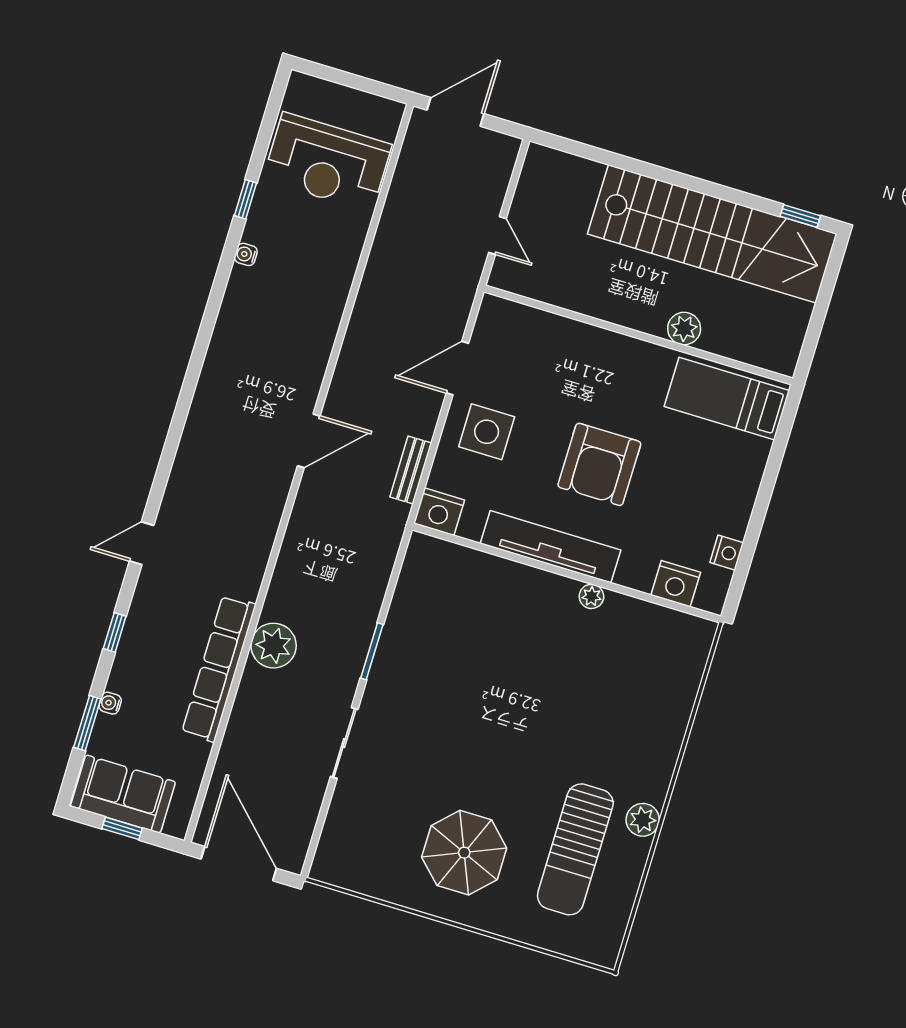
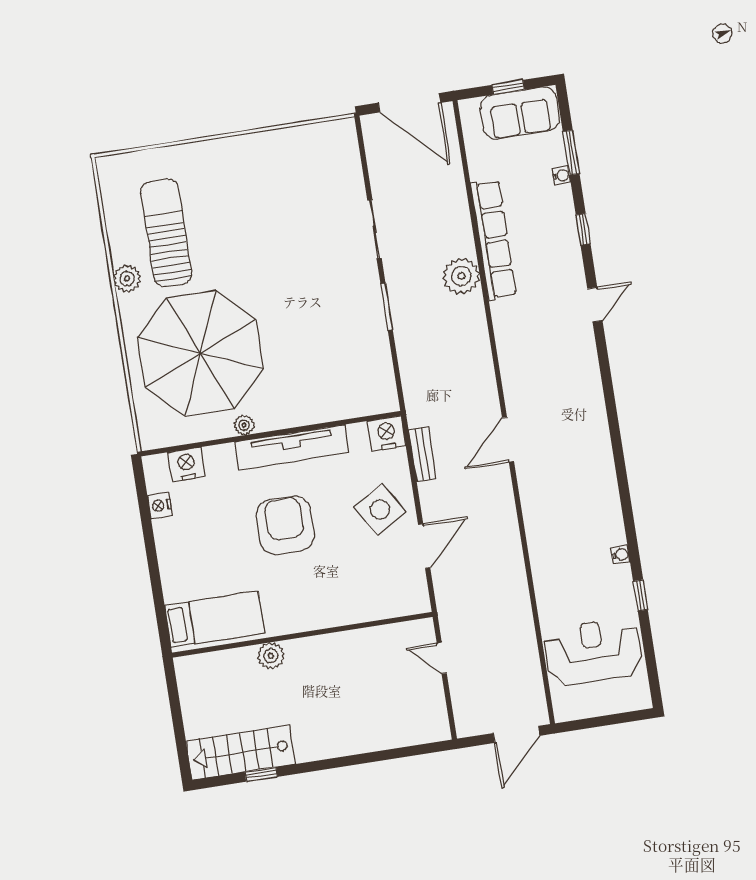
window: (800, 216) -> (261, 774), moved
stairs: (712, 234) -> (241, 753), width x0.54, depth x0.66
side table: (487, 432) -> (380, 509), turned -31
parasol: (464, 853) -> (200, 353), moved, width x1.86, depth x1.86

